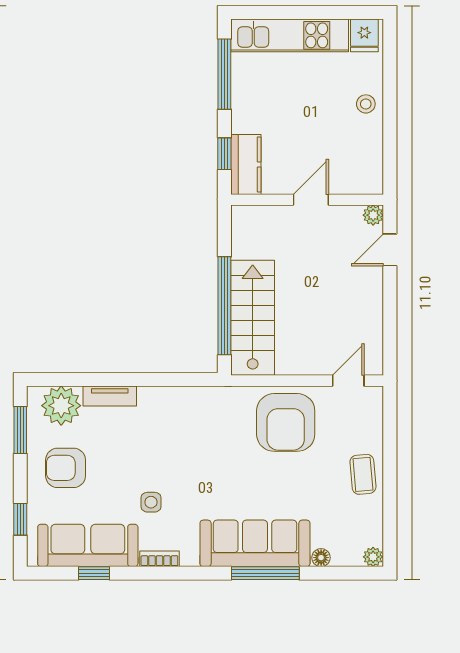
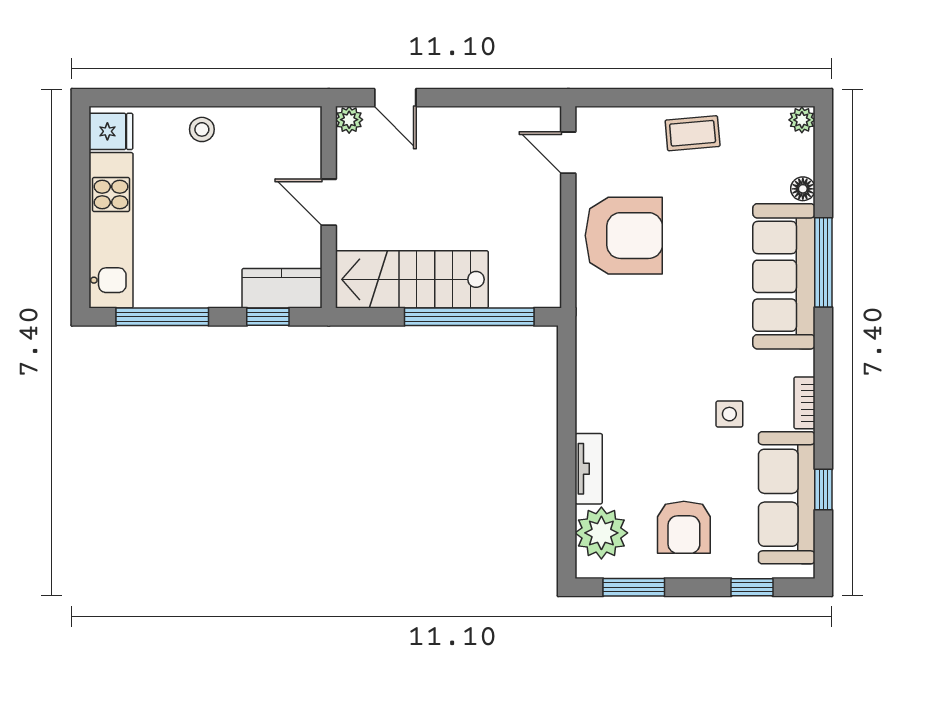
stairs: (253, 318) -> (412, 279), moved

